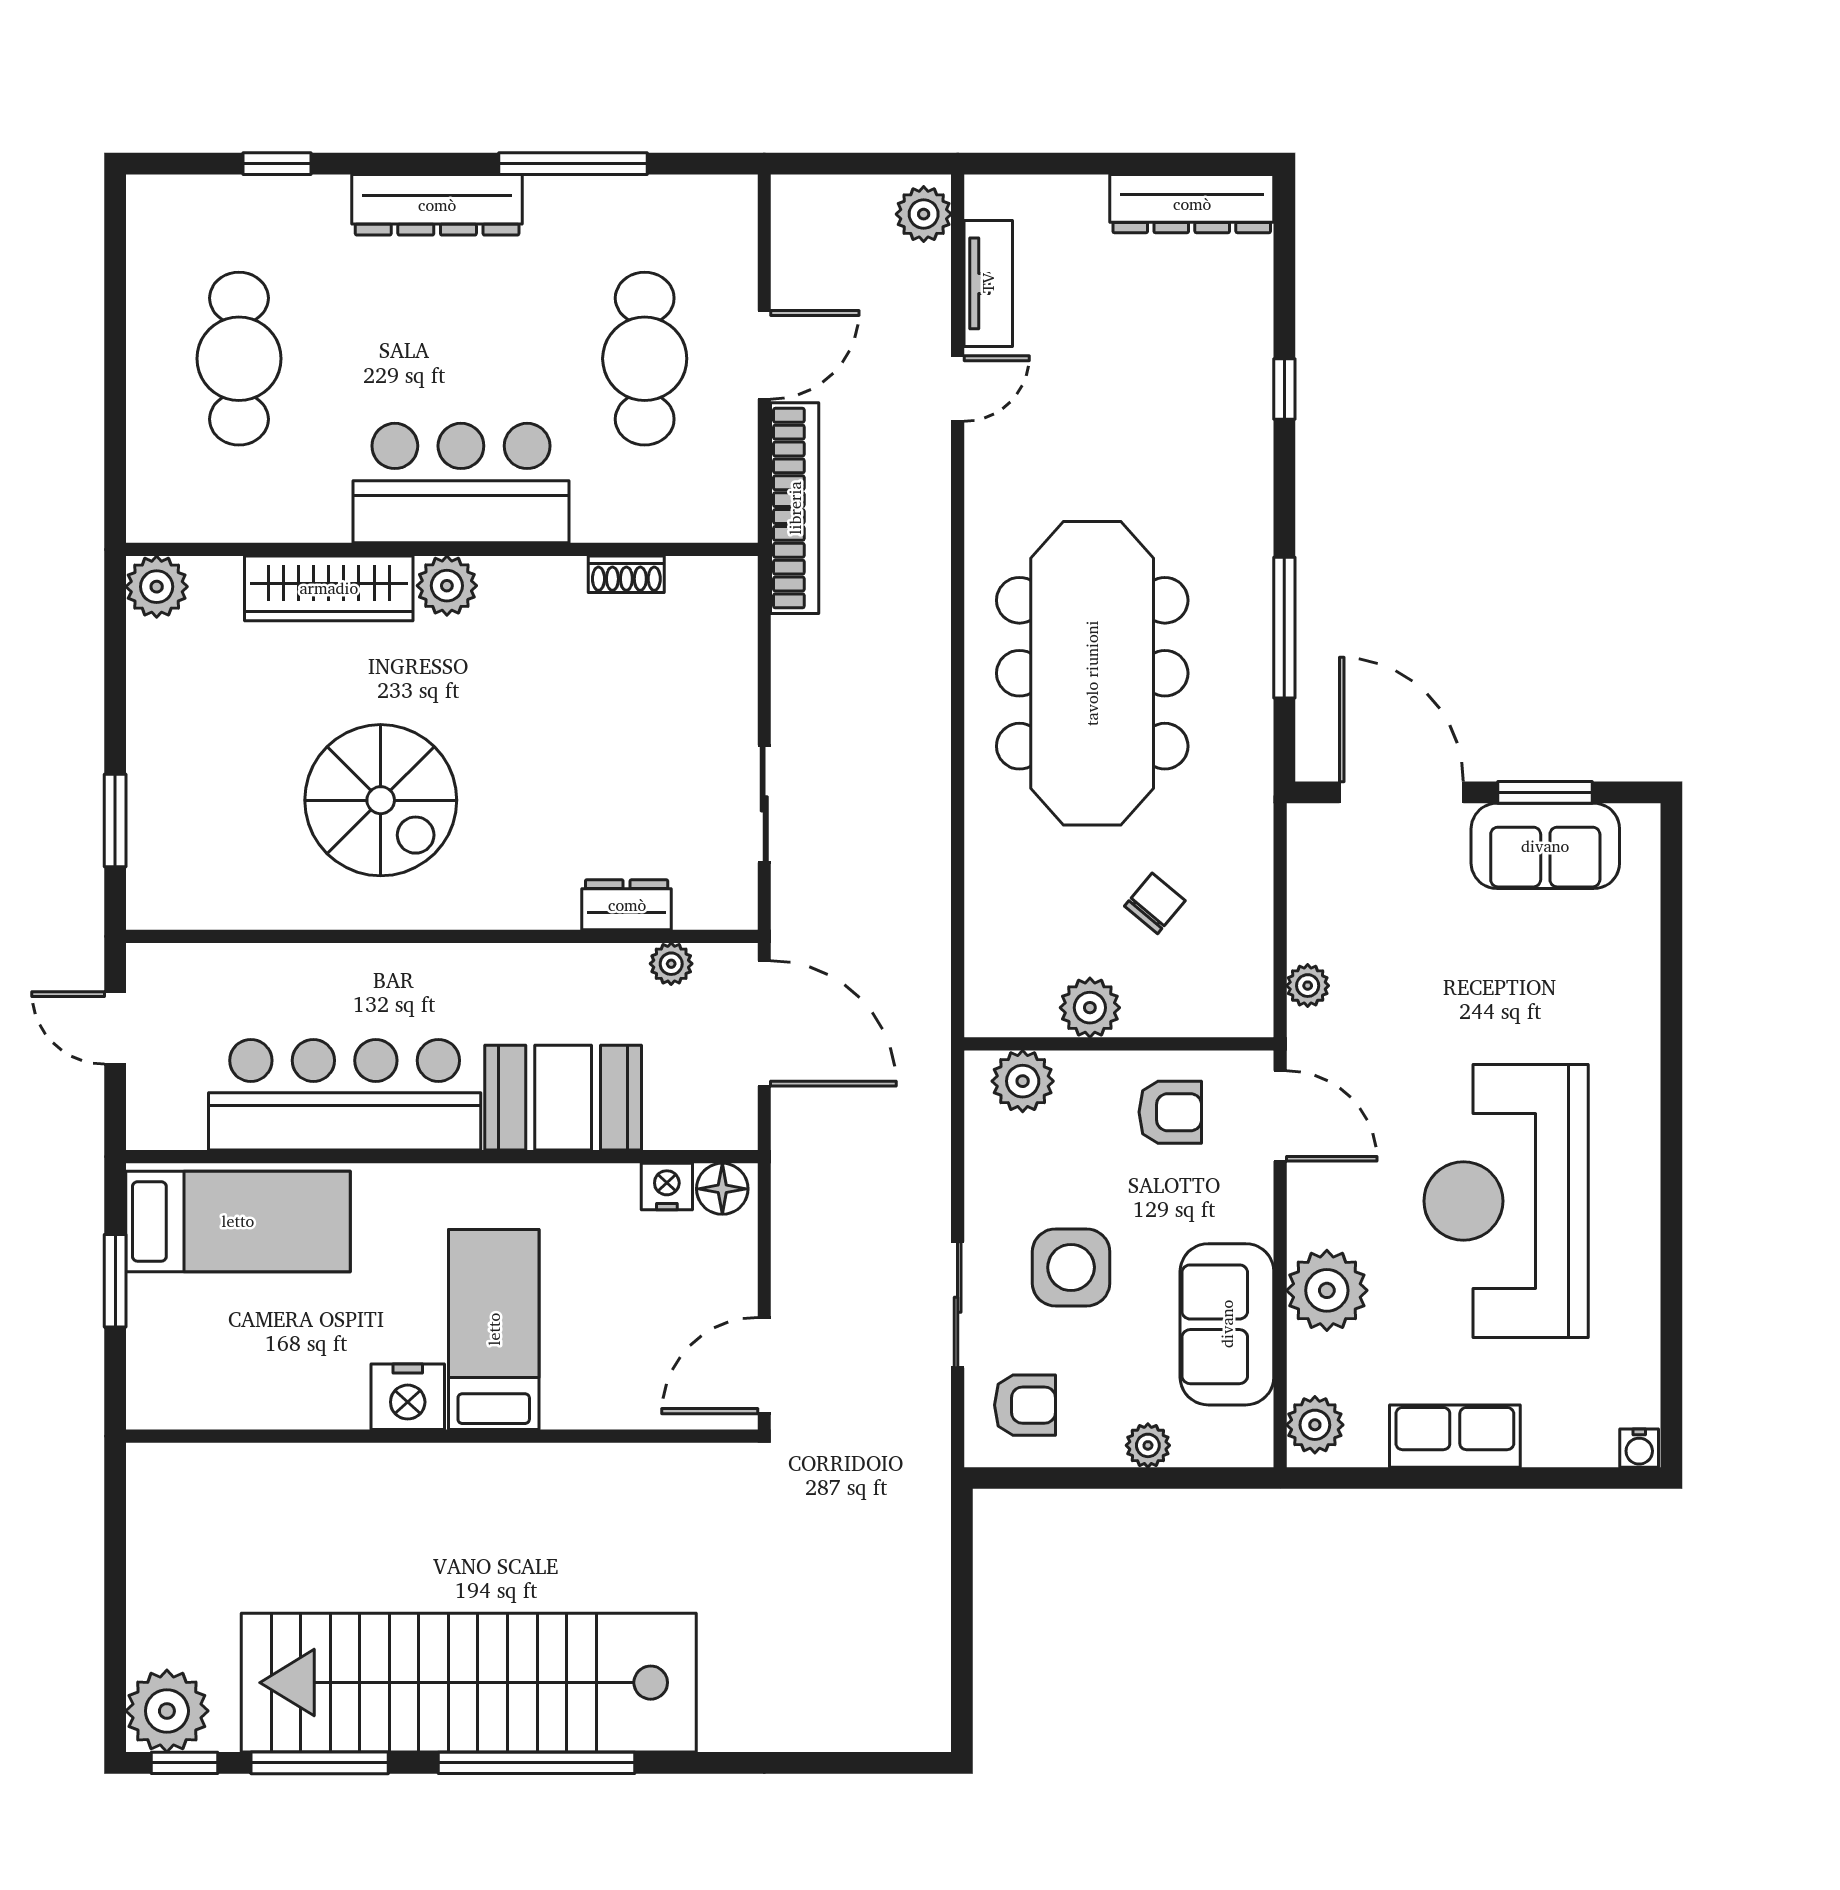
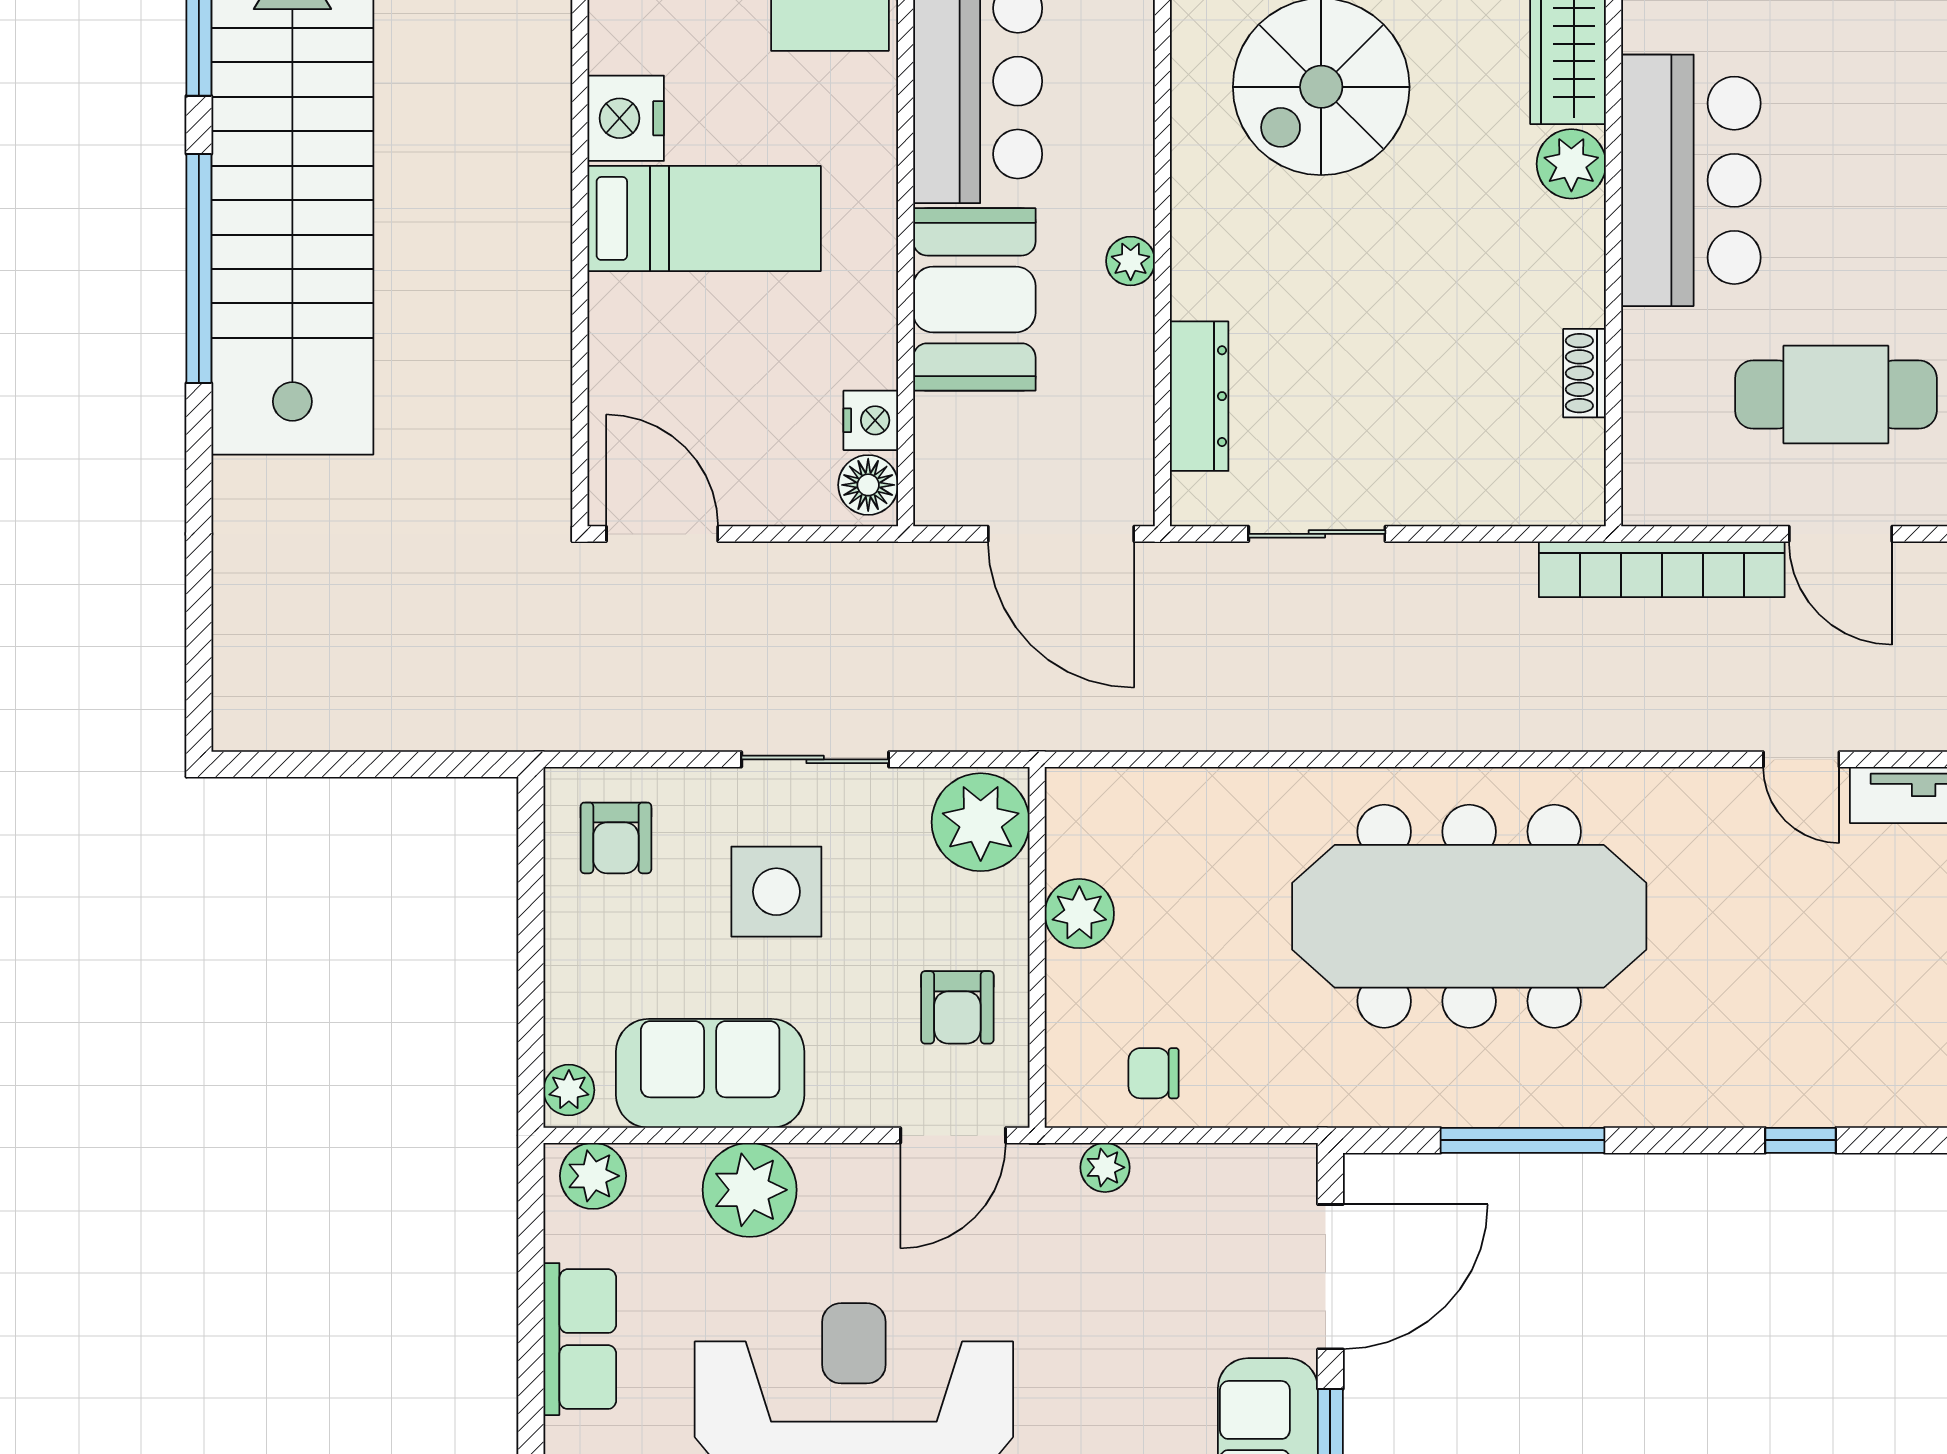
chair: (1155, 903) -> (1154, 1073), moved, turned 140
dresser: (627, 905) -> (1199, 396), width x1.44
plant: (671, 964) -> (1131, 261), moved
door: (764, 1023) -> (1061, 534), hinge flipped
plant: (1023, 1081) -> (981, 822), width x1.36, depth x1.36
sliding door: (958, 1305) -> (815, 759), moved
plant: (1148, 1445) -> (569, 1090), moved

